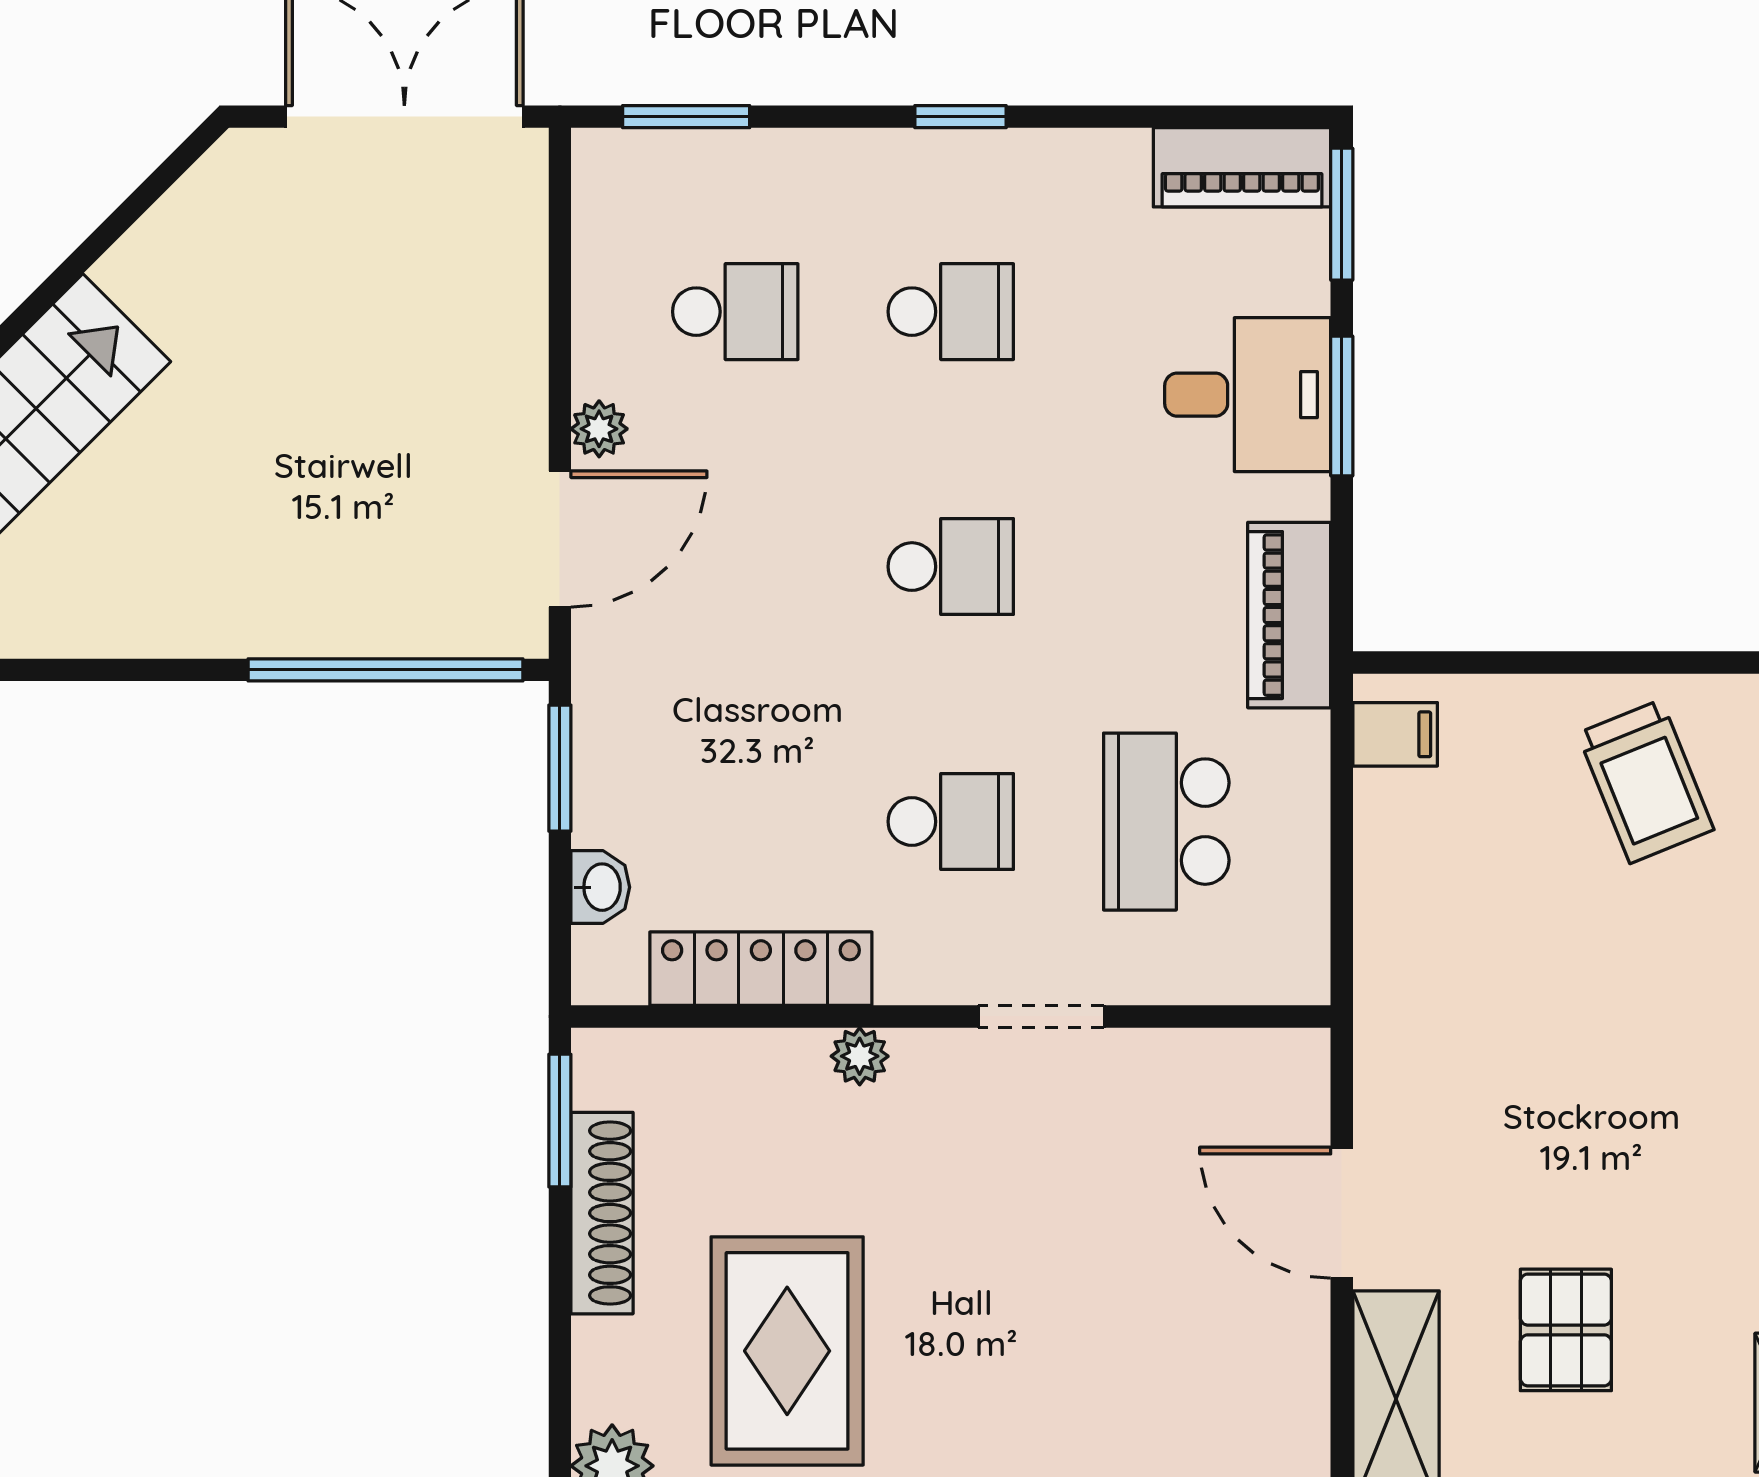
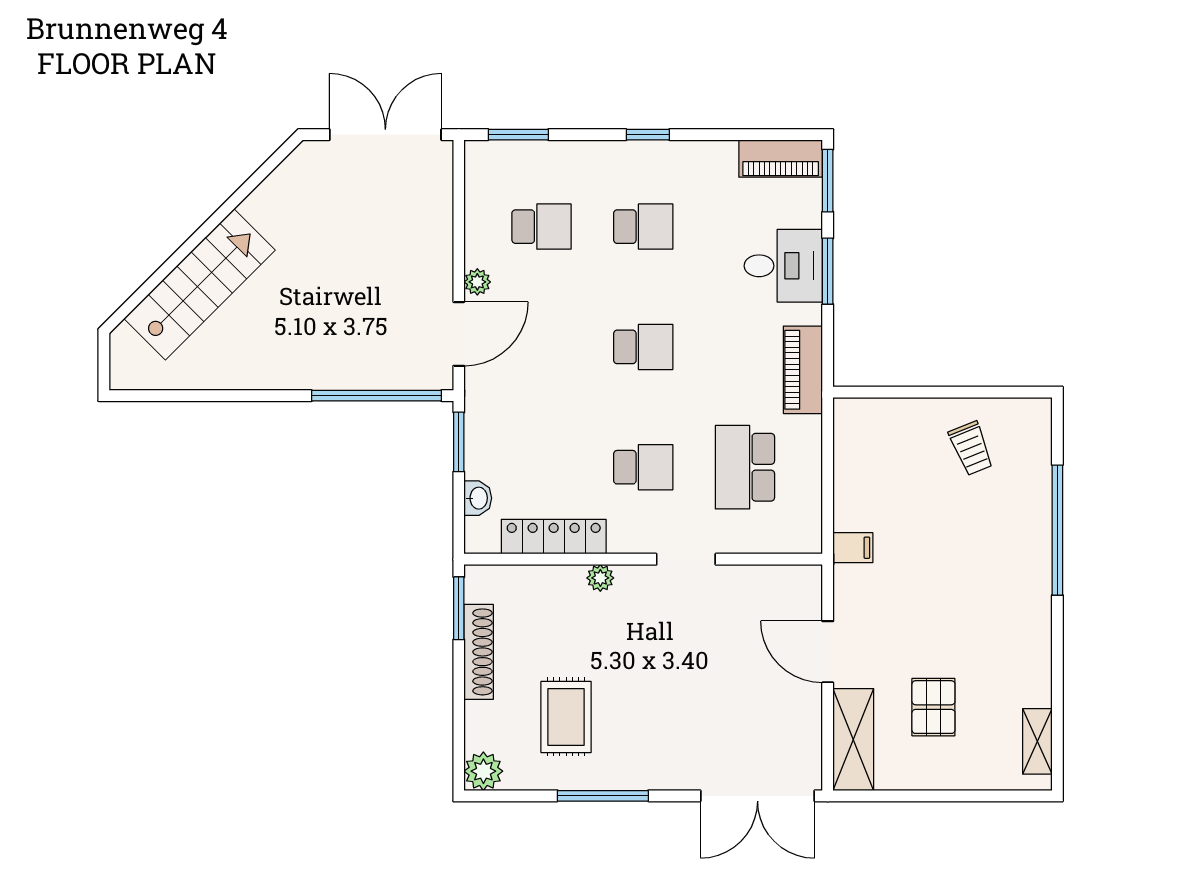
filing cabinet: (1395, 734) -> (853, 548), moved
trolley: (1646, 781) -> (971, 448), width x0.73, depth x0.72
rug: (787, 1351) -> (566, 717), width x0.73, depth x0.70

